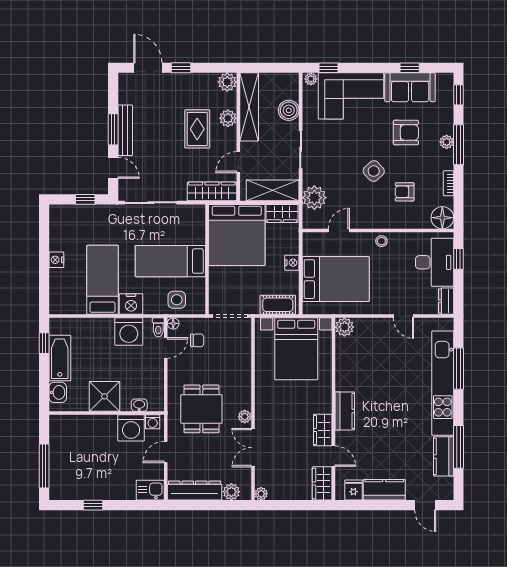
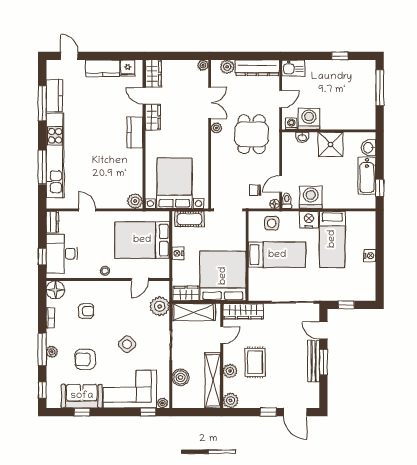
side table: (374, 171) -> (127, 344), moved

